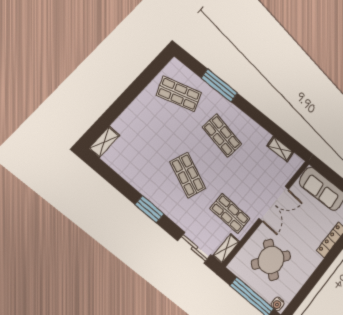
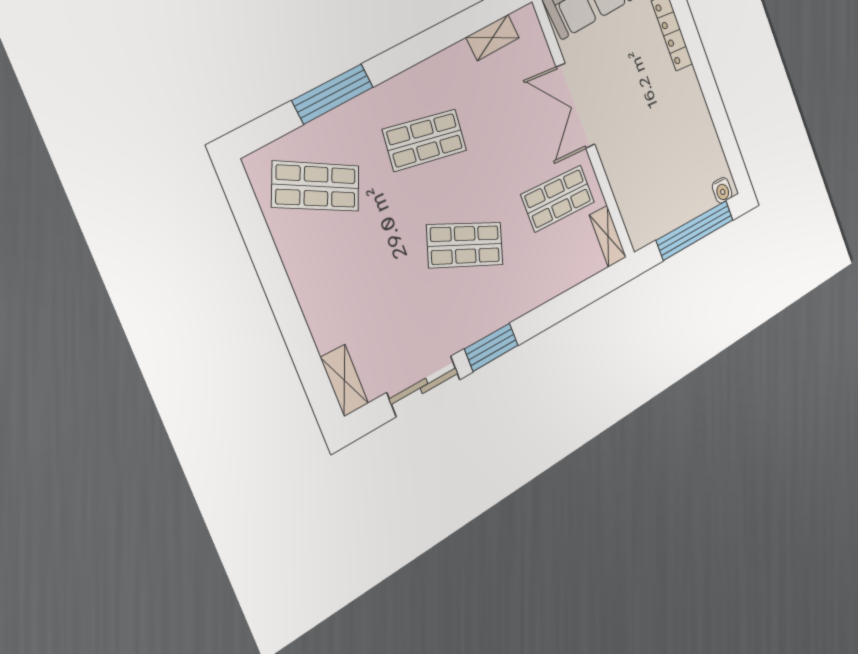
shop shelf: (179, 94) -> (316, 186), turned 45
double door: (274, 204) -> (576, 106), swing flipped
sliding door: (194, 248) -> (424, 386), moved
round table: (271, 260) -> (657, 164), removed

